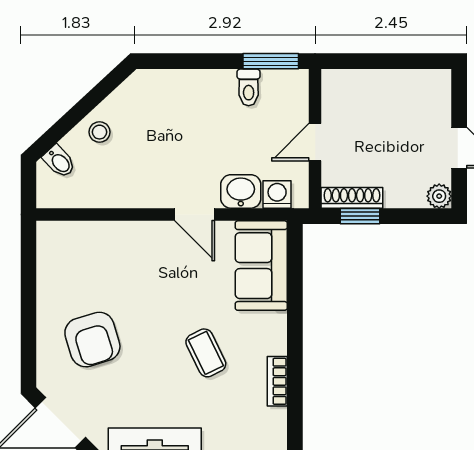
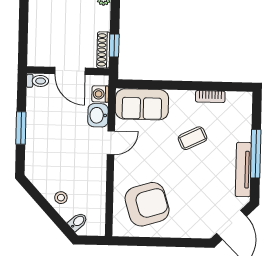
window: (271, 61) -> (21, 128), moved
toilet: (249, 87) -> (38, 81), moved
door: (315, 142) -> (70, 71), width x1.38
armchair: (92, 340) -> (147, 204), moved, width x1.36, depth x1.36

